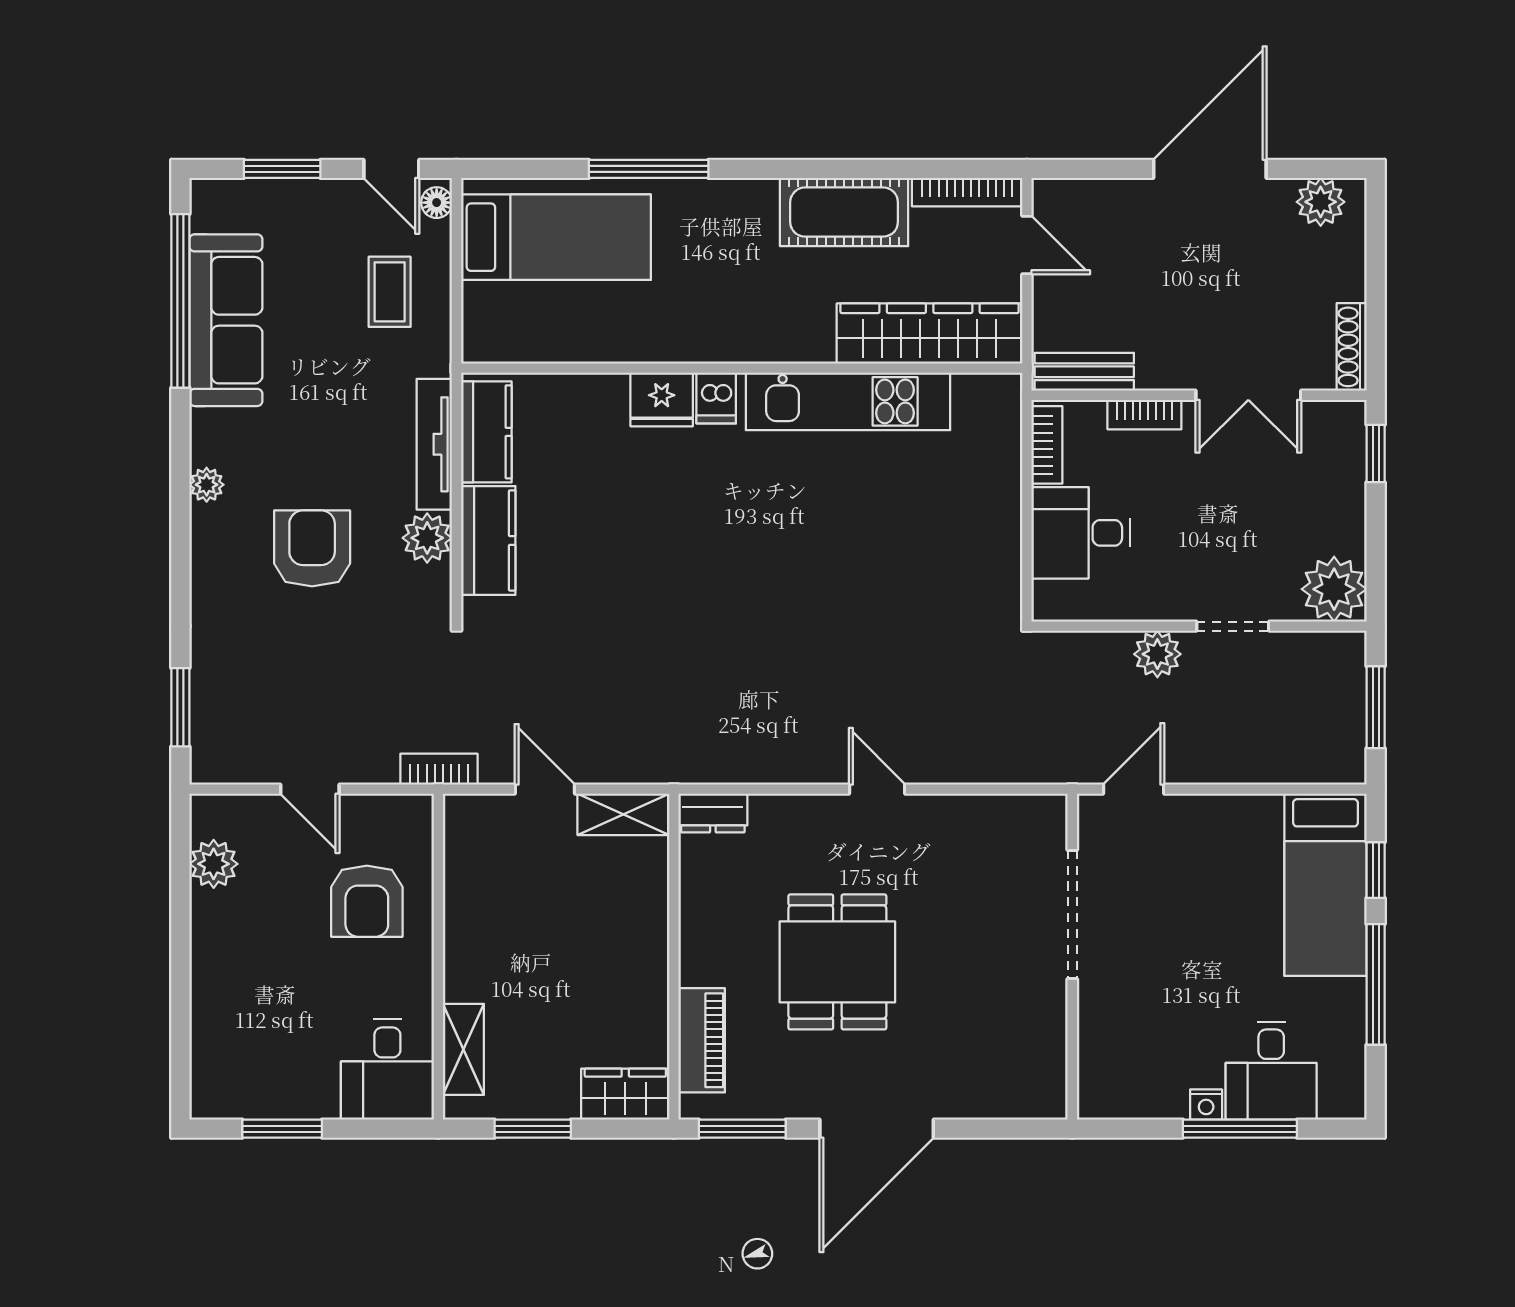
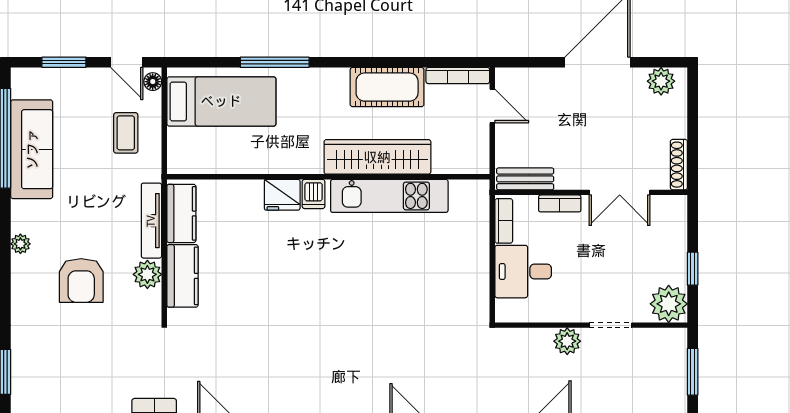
wardrobe: (930, 333) -> (377, 157), moved
window: (1376, 454) -> (693, 269), moved
armchair: (312, 548) -> (81, 280), turned 180

